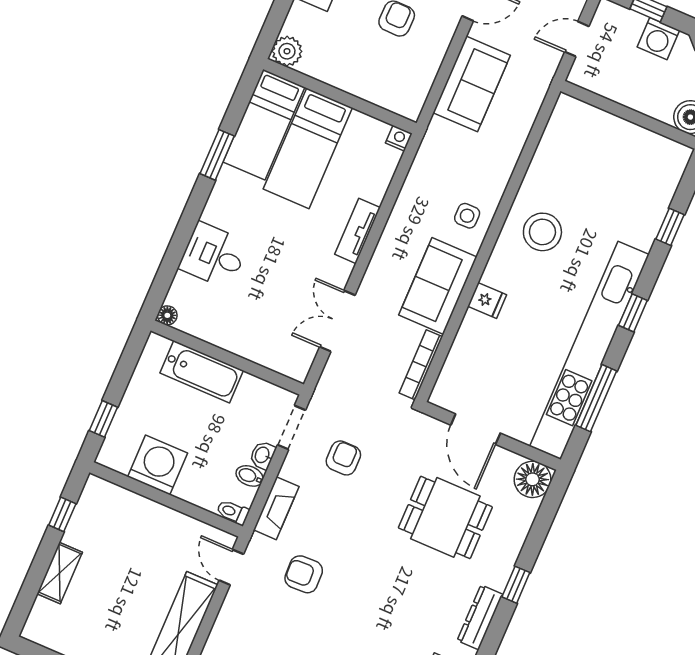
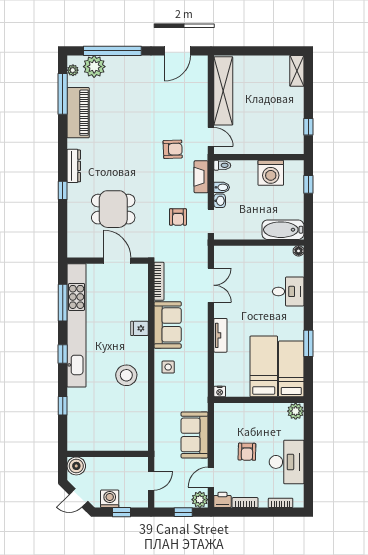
bathtub: (202, 372) -> (283, 230), moved
floor lamp: (533, 479) -> (77, 247), removed
shelving: (60, 573) -> (297, 71), moved

